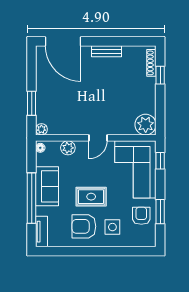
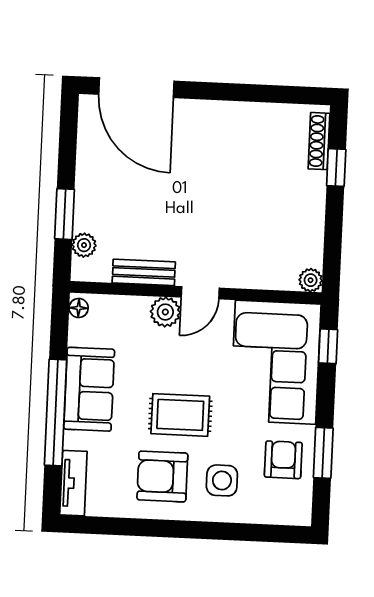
bench: (106, 51) -> (144, 272), moved
plant: (146, 125) -> (311, 280), width x0.53, depth x0.53
plant: (41, 129) -> (84, 245), moved
plant: (68, 148) -> (165, 312), moved

